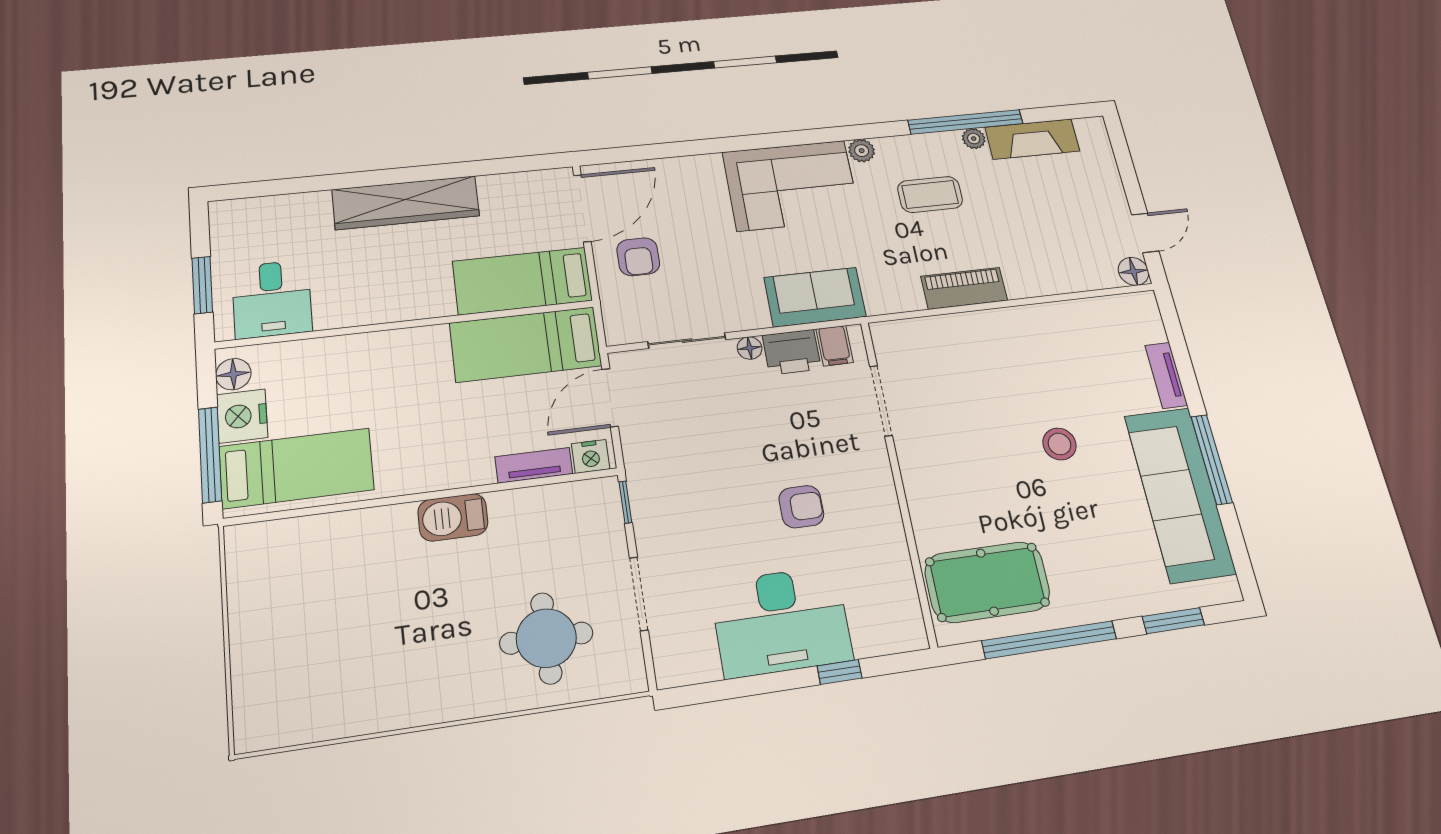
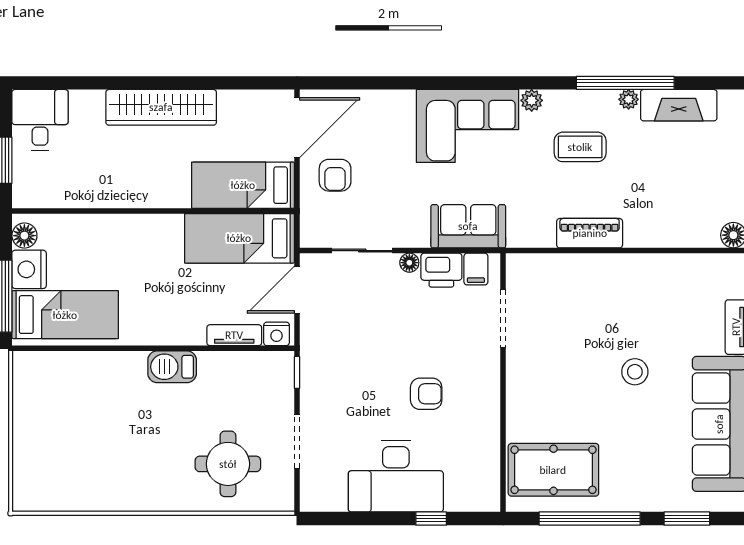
desk: (272, 299) -> (40, 120), moved, turned 180

